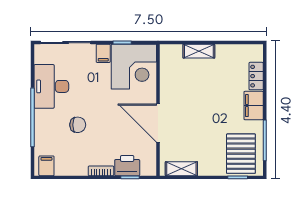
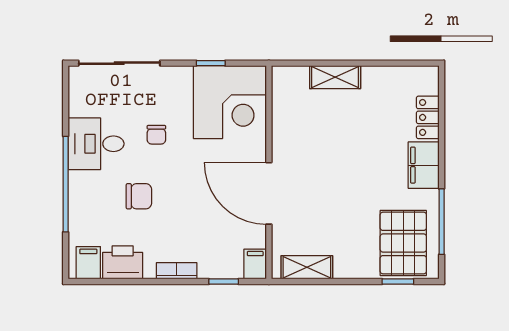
filing cabinet: (103, 53) -> (255, 264), moved, turned 180
desk: (51, 86) -> (96, 144), width x0.73
chair: (89, 87) -> (156, 135), added
printer: (127, 166) -> (123, 262), moved

